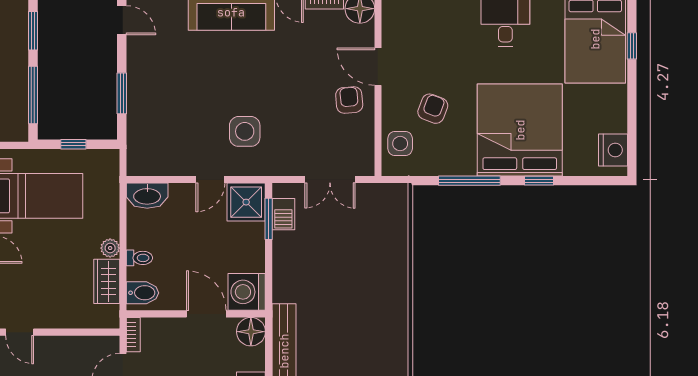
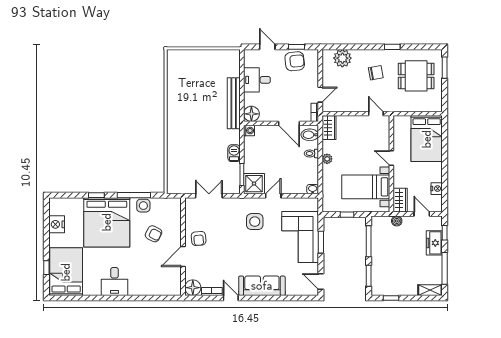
door: (378, 67) -> (183, 256), swing flipped
corner sofa: (160, 103) -> (300, 237), added
armchair: (433, 109) -> (154, 234), turned -83
side table: (400, 144) -> (143, 206), moved
nightstand: (613, 150) -> (57, 224), moved
washbasin: (147, 196) -> (313, 189), width x0.52, depth x0.69
barbecue: (283, 214) -> (234, 153), moved
wardrobe: (107, 281) -> (329, 128), moved
washing machine: (247, 292) -> (249, 131), width x0.53, depth x0.53
door: (206, 314) -> (289, 123), moved

